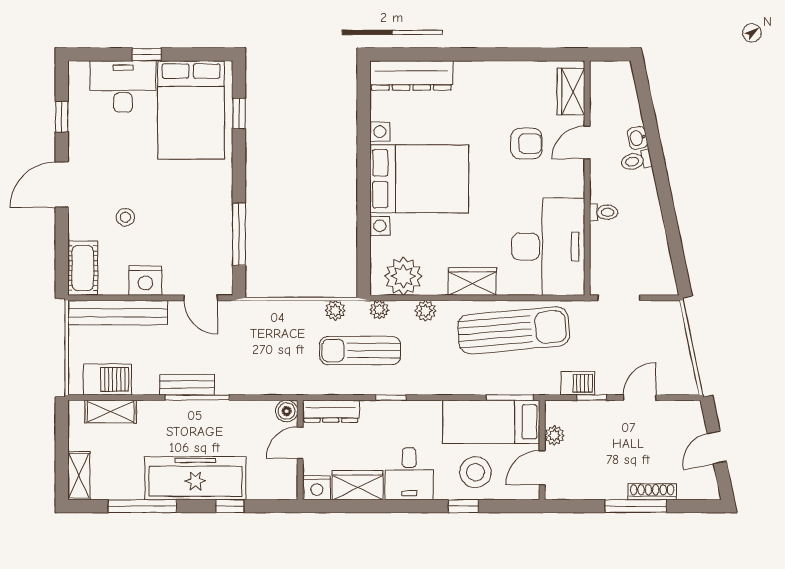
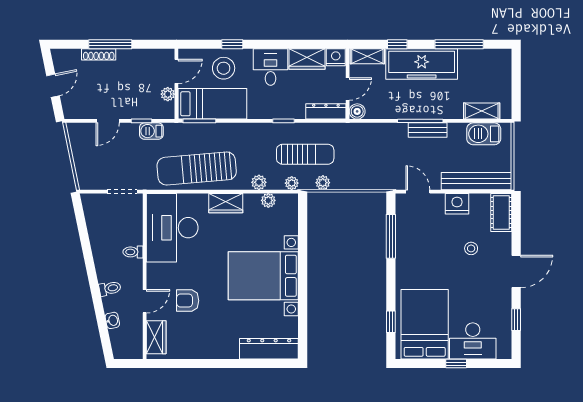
washbasin: (638, 138) -> (112, 320), moved
plant: (403, 276) -> (268, 200), width x0.53, depth x0.53
shelving: (79, 476) -> (367, 56), moved, turned 90

